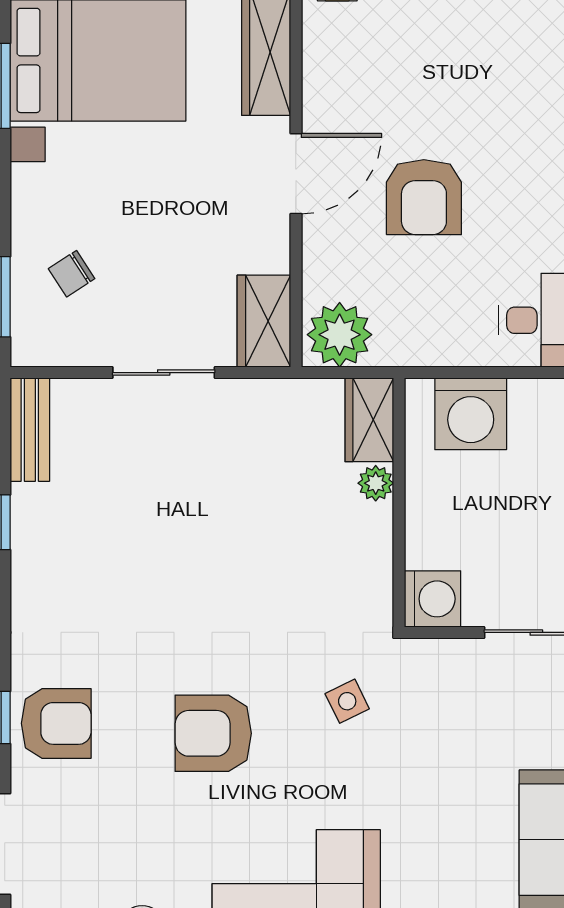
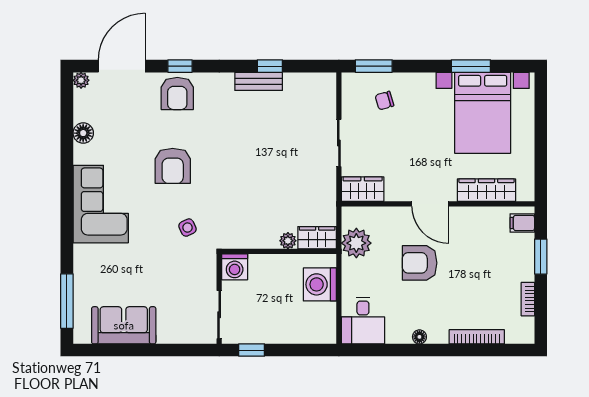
chair: (72, 274) -> (384, 101), turned -73
plant: (340, 335) -> (356, 243), moved
bench: (30, 430) -> (259, 81), moved
armchair: (213, 733) -> (173, 166), turned 180

